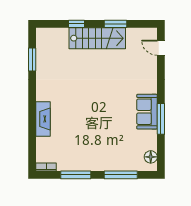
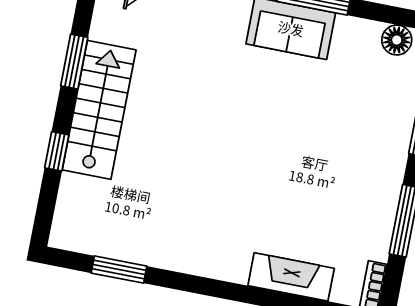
fireplace: (43, 119) -> (291, 277), moved

